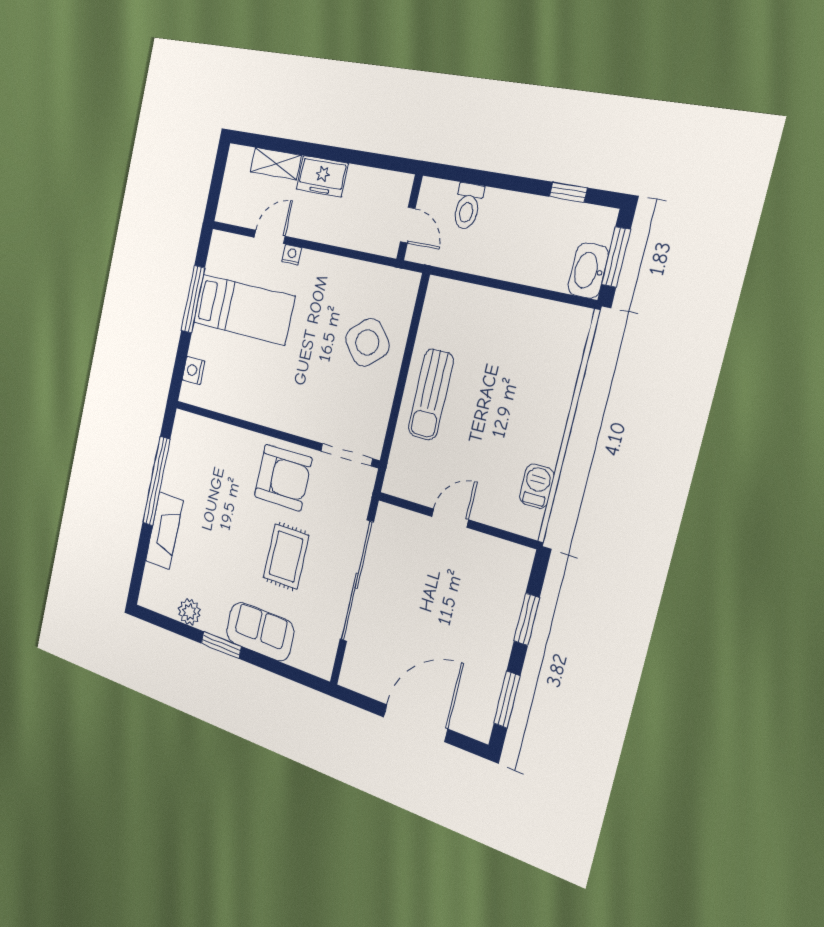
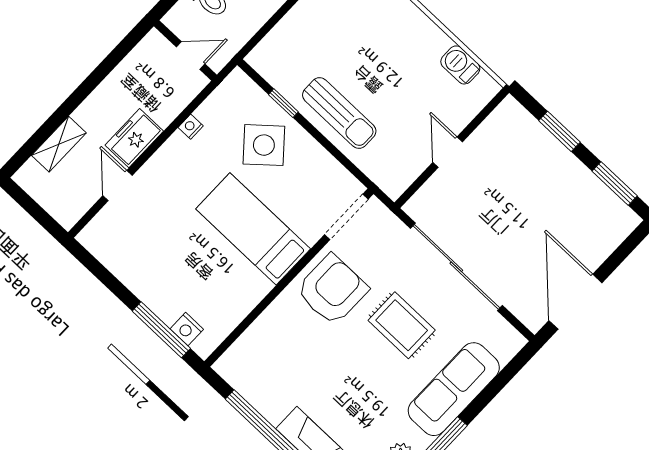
freezer: (322, 176) -> (134, 138), moved, turned 180
nightstand: (292, 255) -> (191, 127), moved
window: (193, 299) -> (161, 330), moved
bed: (243, 309) -> (253, 229), moved, turned -90
window: (412, 337) -> (283, 103), added
sofa: (260, 632) -> (454, 389), width x1.36
door: (415, 723) -> (575, 302), moved

